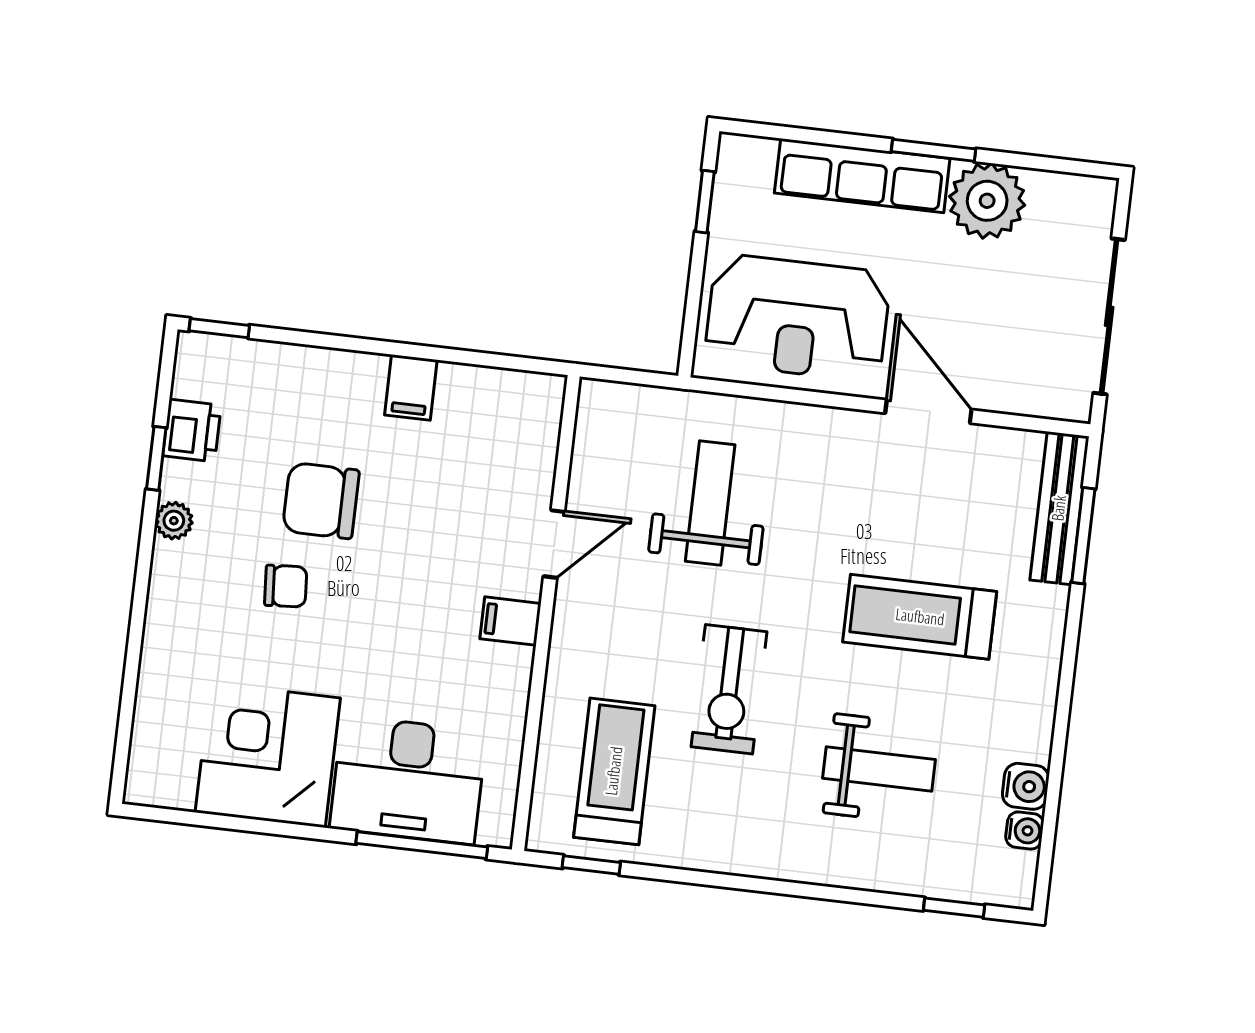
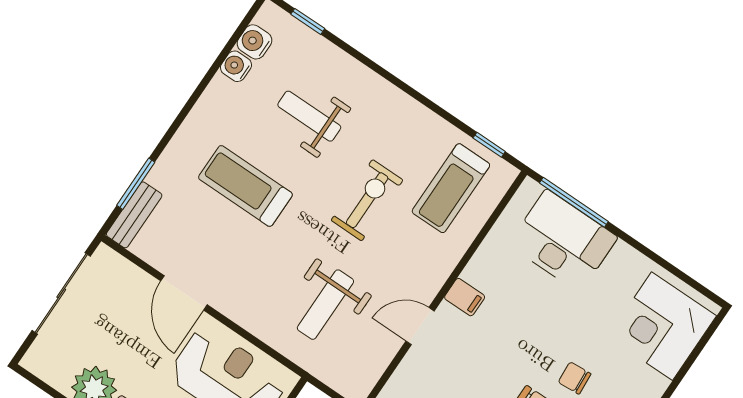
bench: (1059, 508) -> (134, 215), width x0.73
treadmill: (920, 617) -> (245, 186), turned 180
corner desk: (268, 755) -> (662, 326), moved, turned 90
water cooler: (1025, 830) -> (254, 42), width x1.38, depth x1.38

